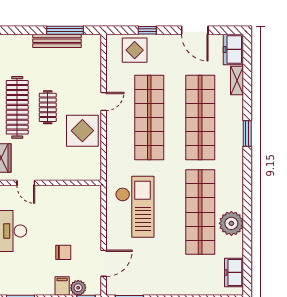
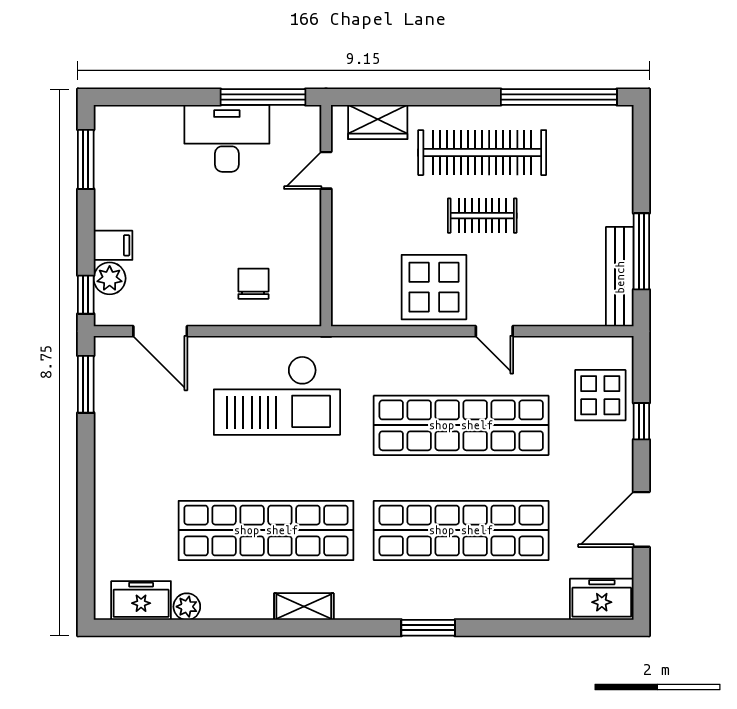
bench: (57, 41) -> (620, 277), moved
shelving: (237, 81) -> (304, 607), moved
plant: (231, 223) -> (187, 607), moved, width x0.53, depth x0.53
chair: (63, 252) -> (253, 284), moved, turned 180

